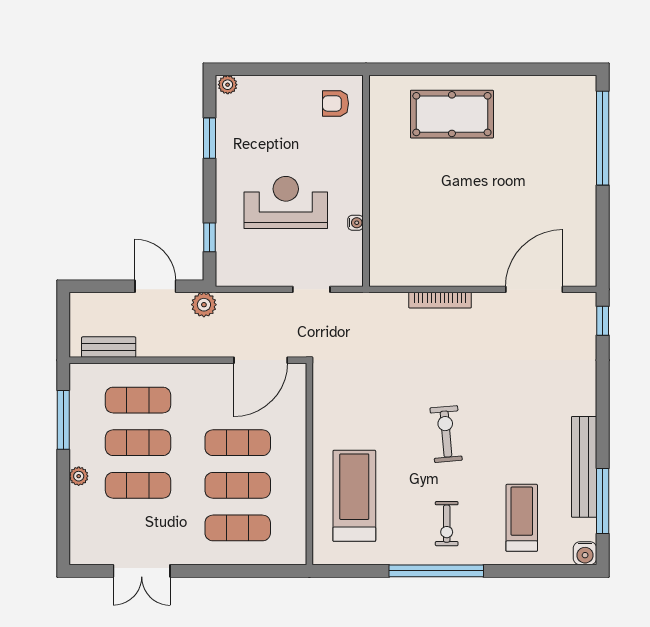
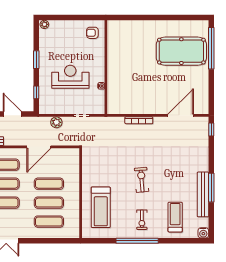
pool table: (452, 114) -> (181, 51), moved, width x1.36, depth x1.32
window: (210, 138) -> (36, 60), moved
plant: (204, 305) -> (56, 122), moved
door: (261, 360) -> (39, 147), moved
treadmill: (354, 496) -> (101, 207), turned 180
window: (603, 501) -> (211, 188), moved

